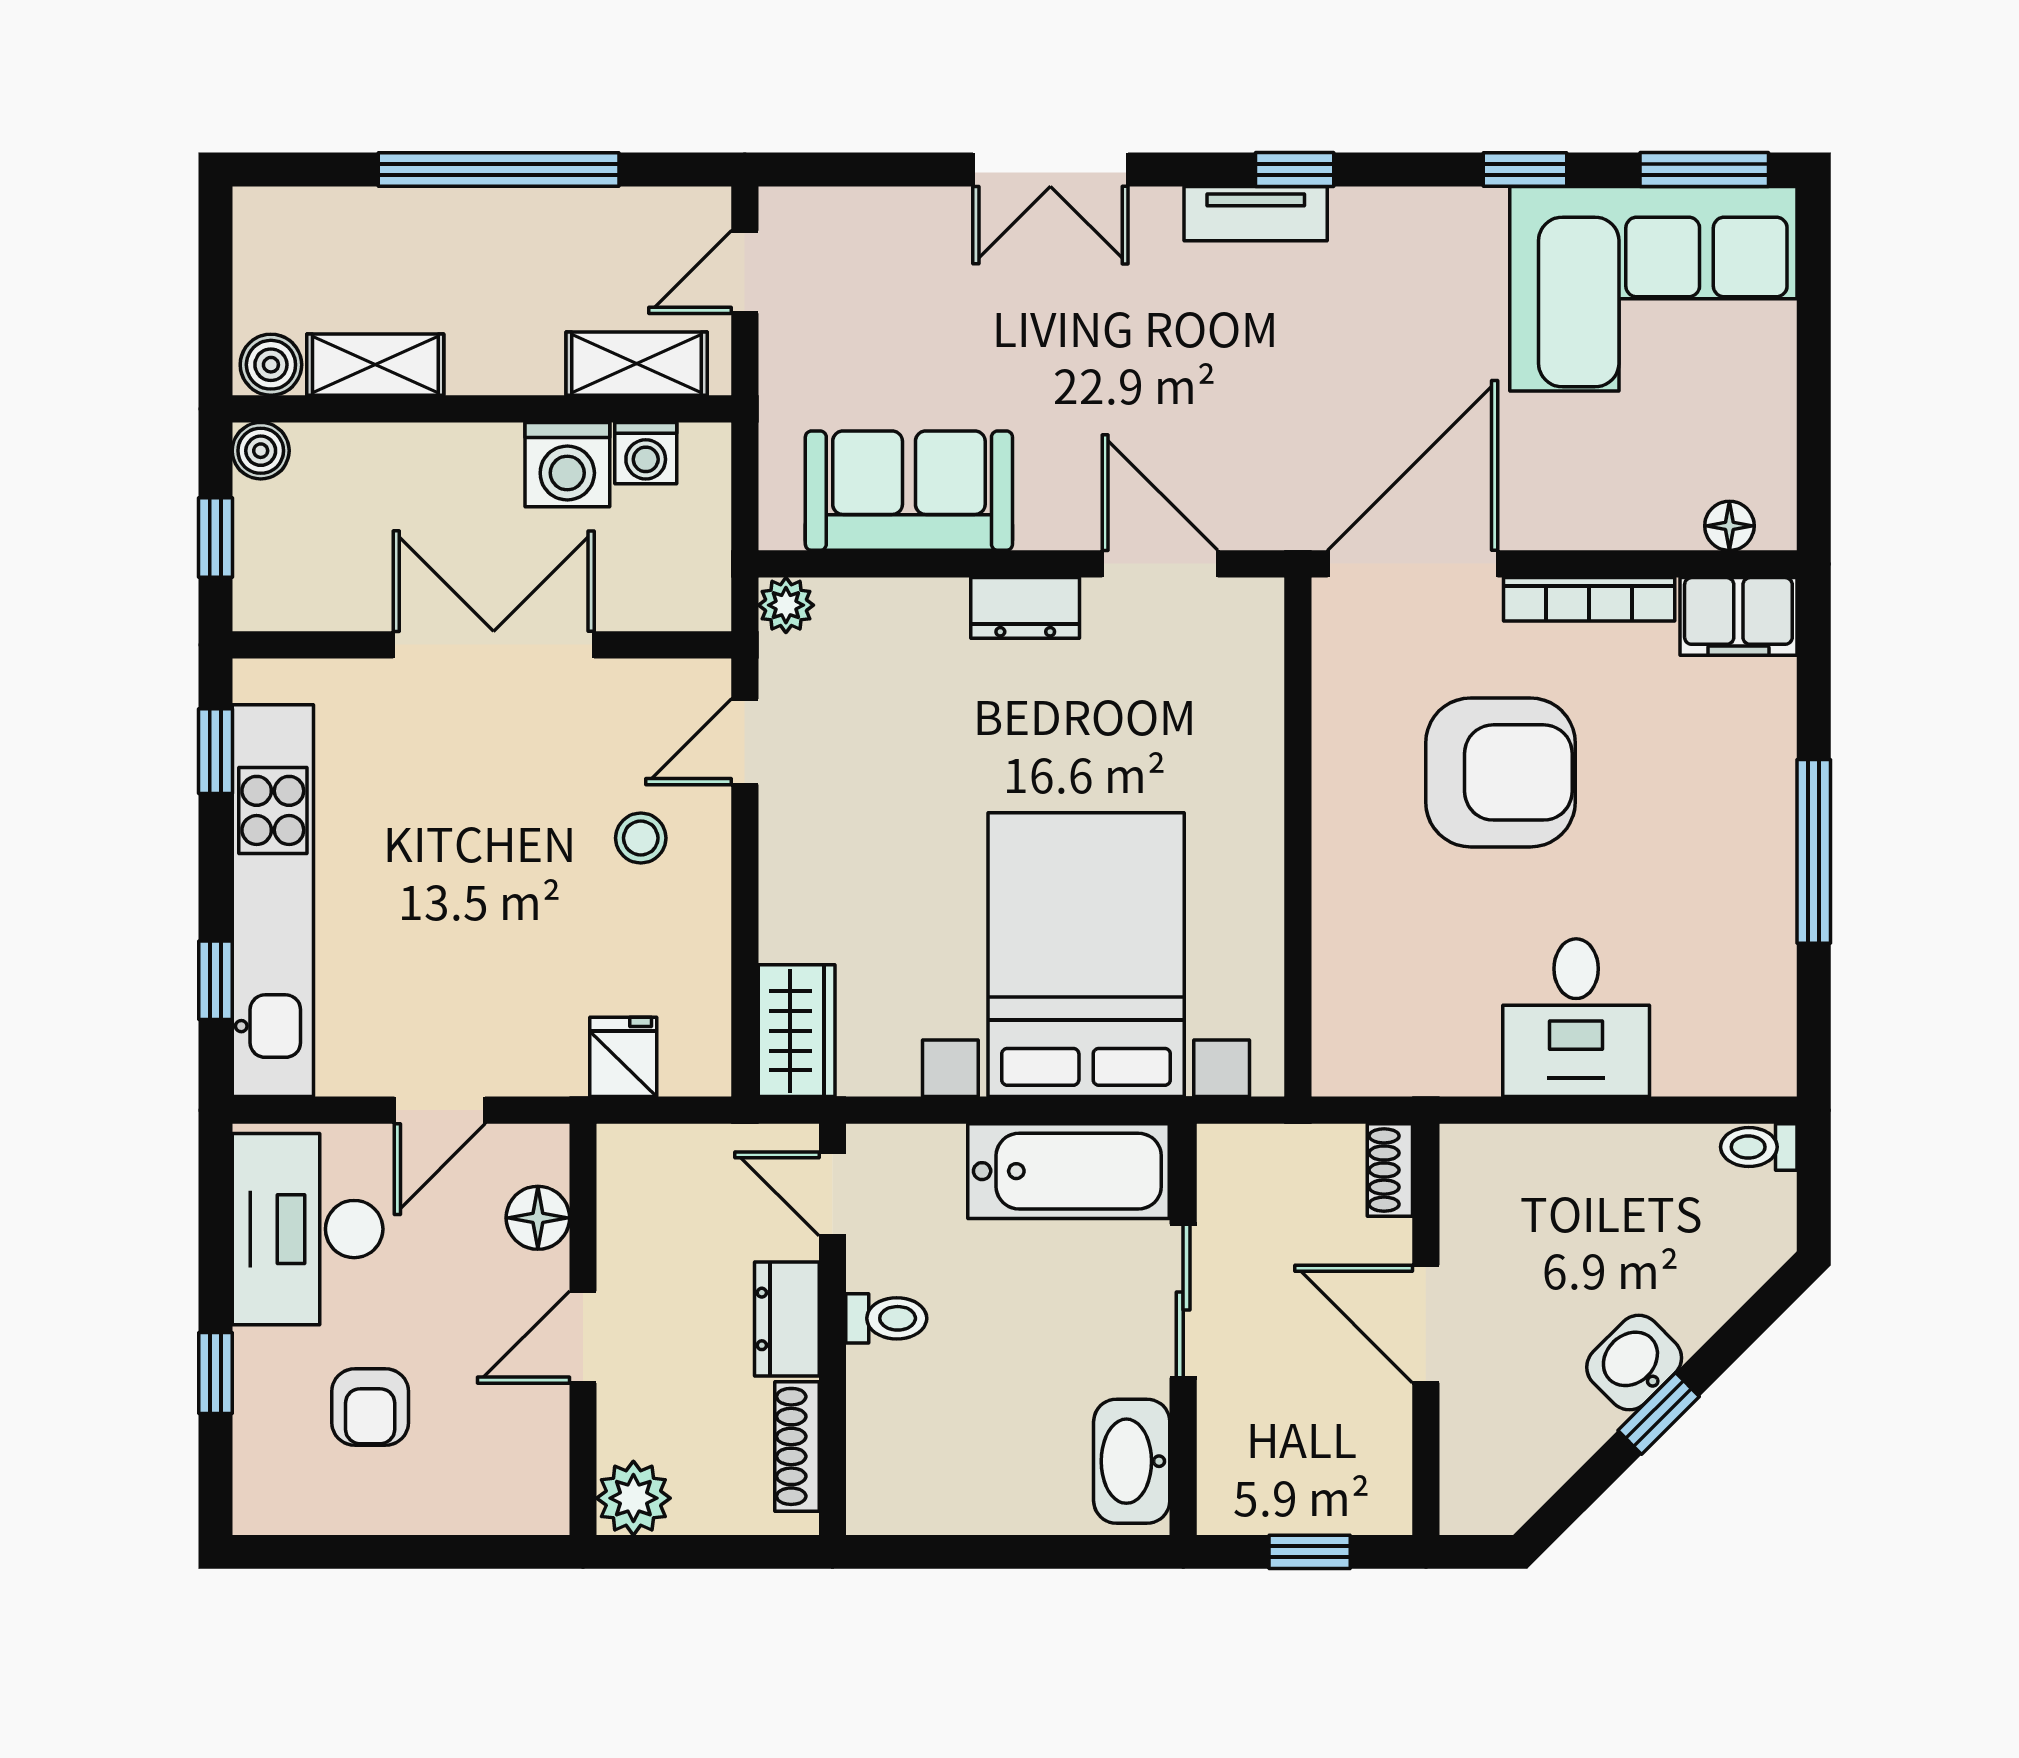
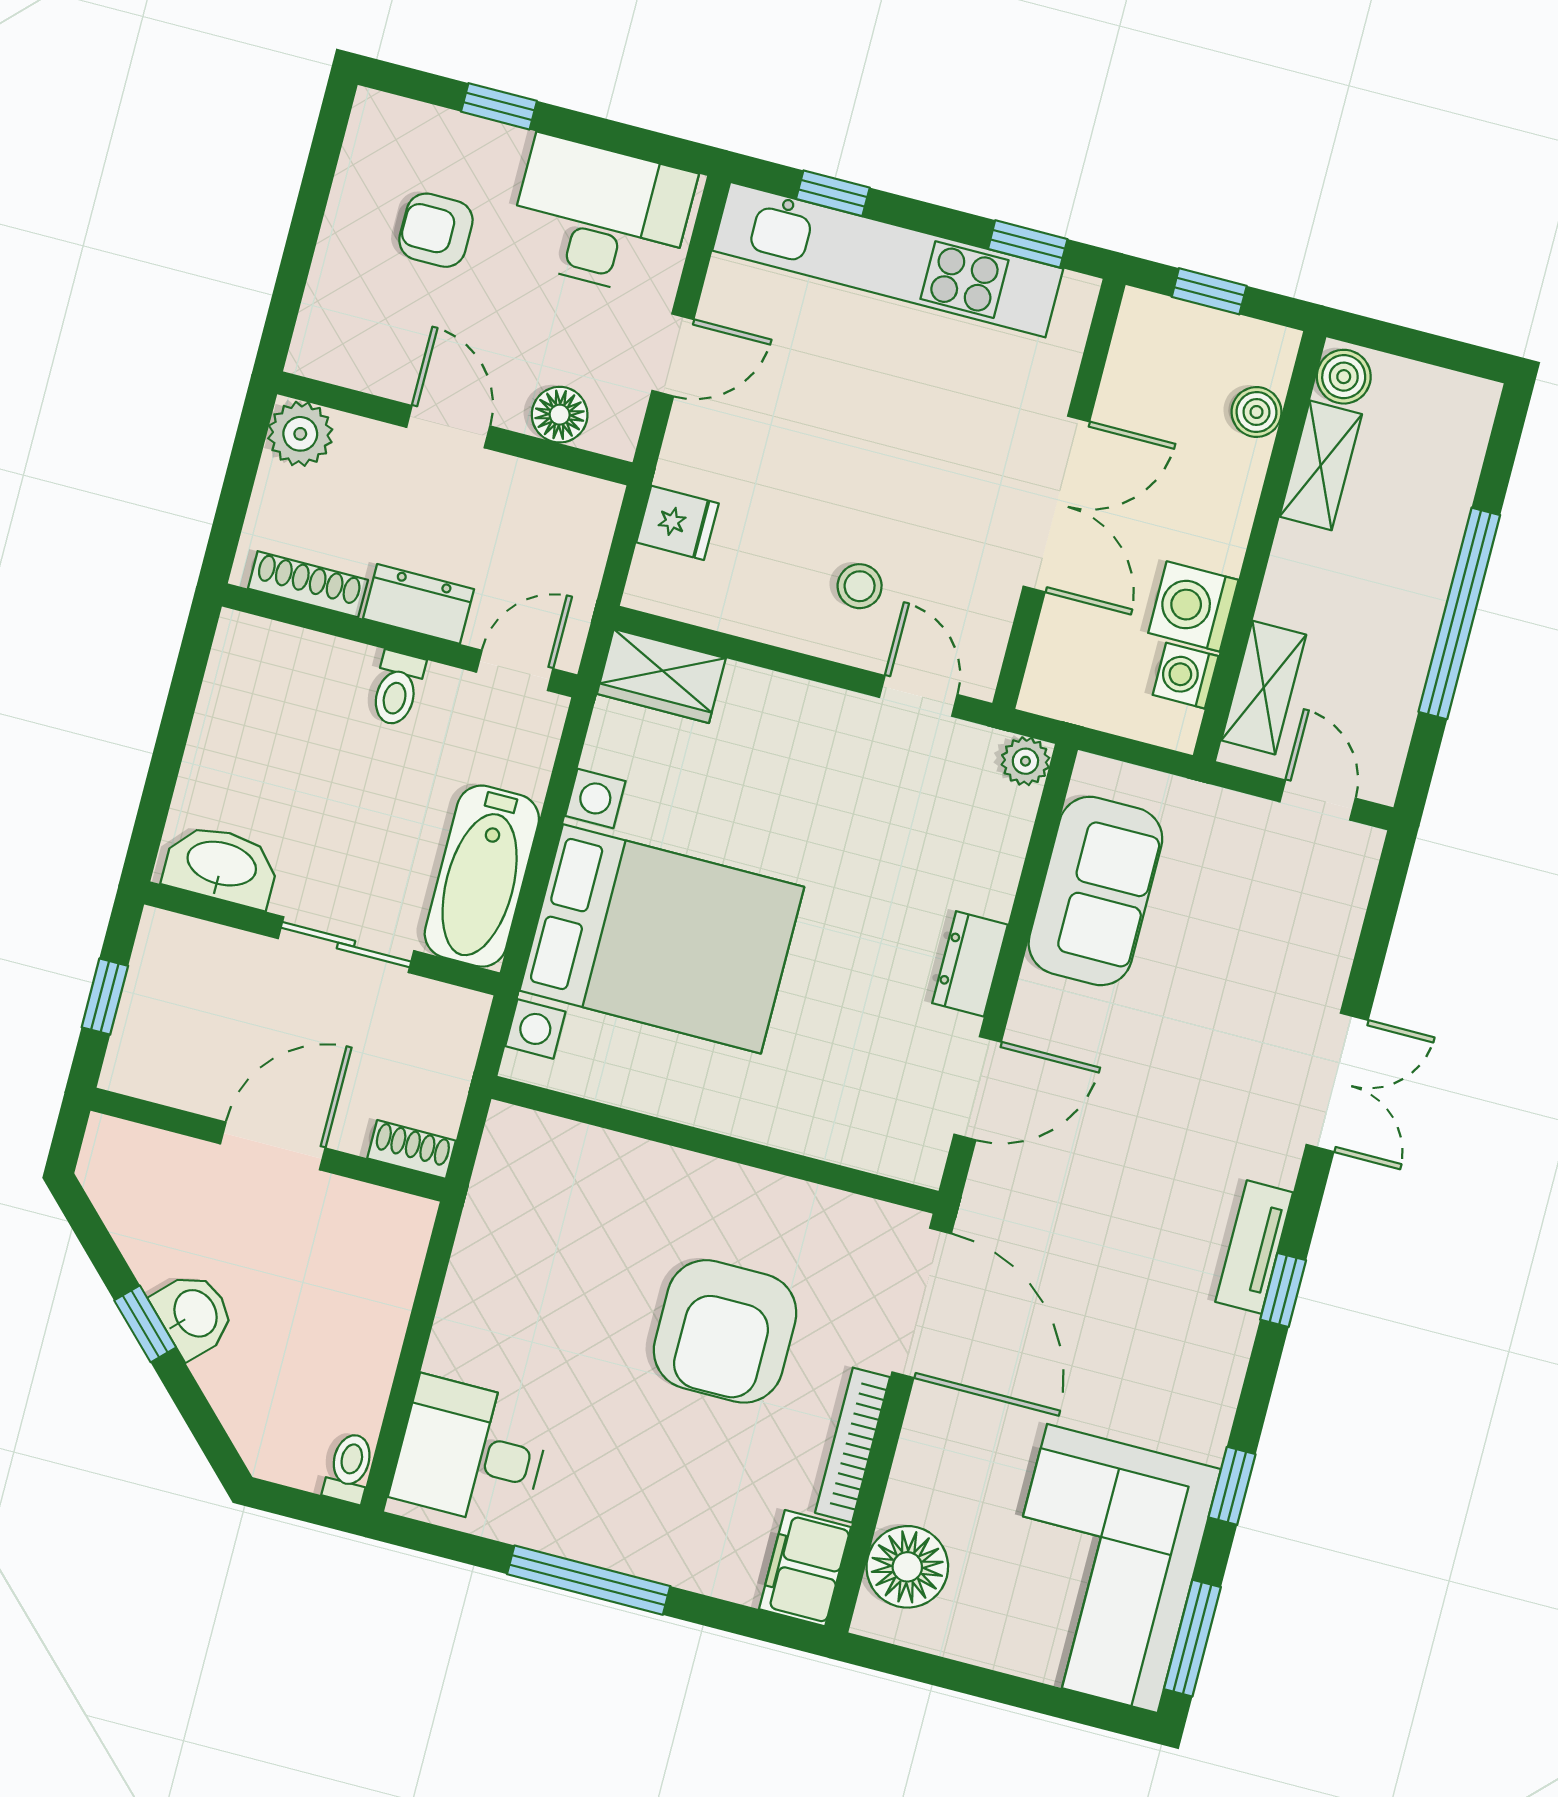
double door: (1050, 169) -> (1337, 1082), swing flipped
boiler: (261, 451) -> (1256, 412), moved
floor lamp: (1729, 526) -> (907, 1567), width x1.89, depth x1.89
desk: (1576, 1018) -> (471, 1452), moved
door: (440, 1110) -> (673, 355), swing flipped

